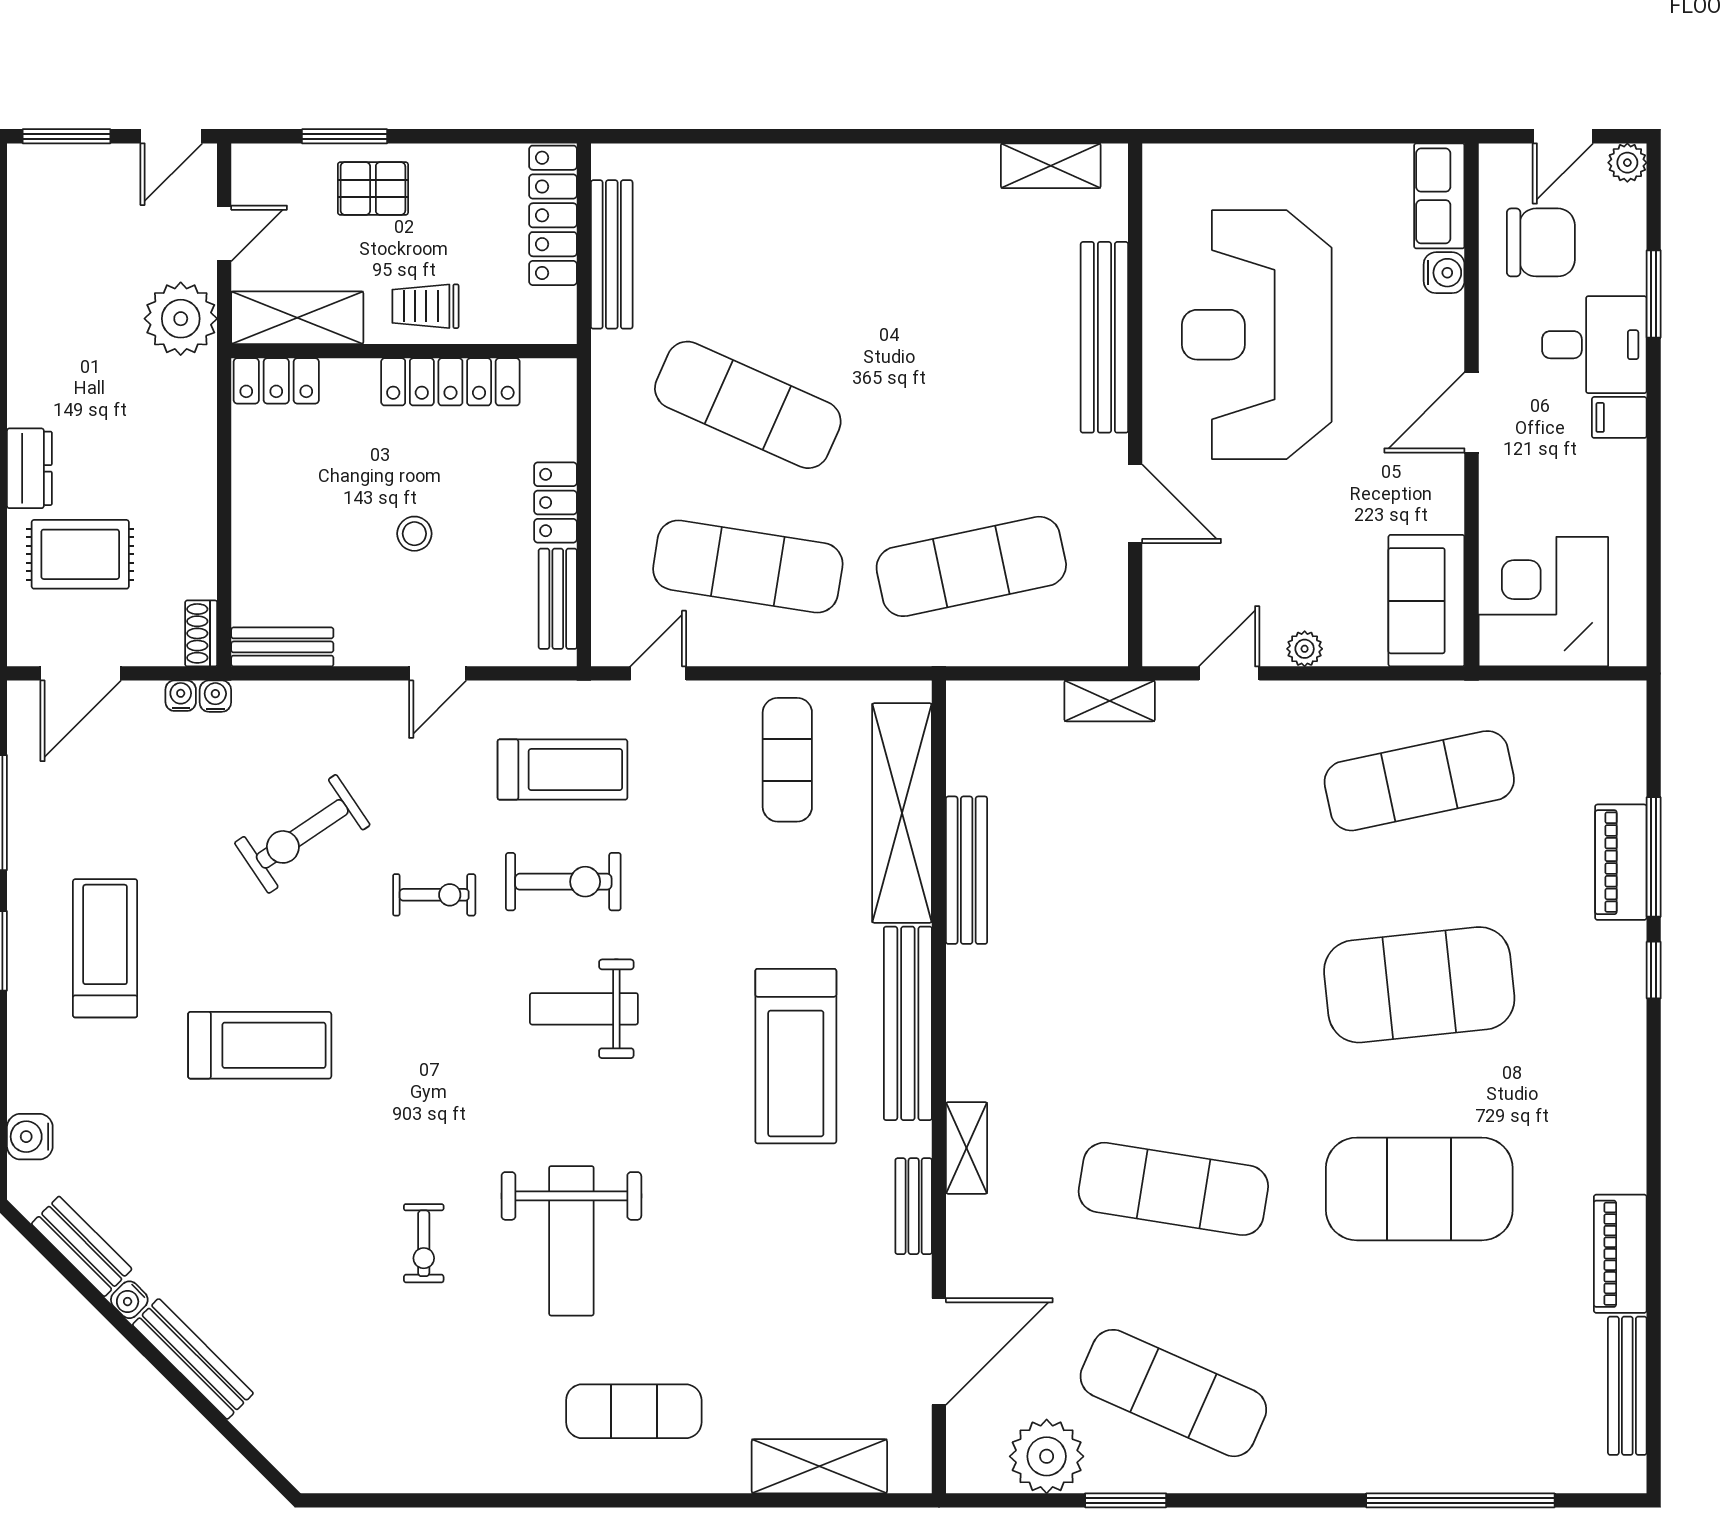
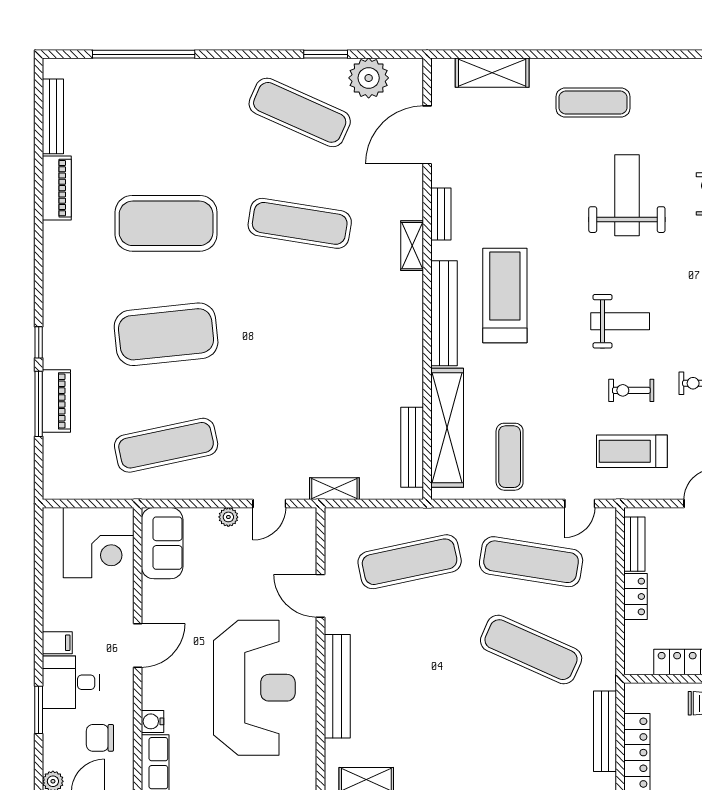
chair: (1541, 242) -> (100, 738), width x0.73, depth x0.73
bench: (967, 870) -> (412, 447), moved
exercise bike: (563, 882) -> (631, 390), width x0.73, depth x0.72

